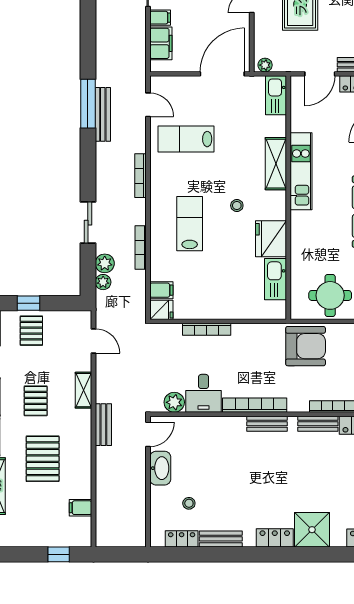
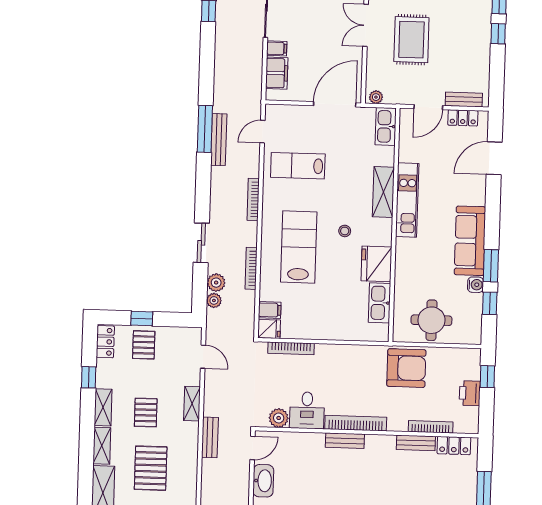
door: (148, 105) -> (262, 132), swing flipped
lab bench: (190, 224) -> (299, 247), width x1.36, depth x1.39
bookcase: (207, 329) -> (291, 348), moved
bench: (267, 424) -> (345, 441), moved

